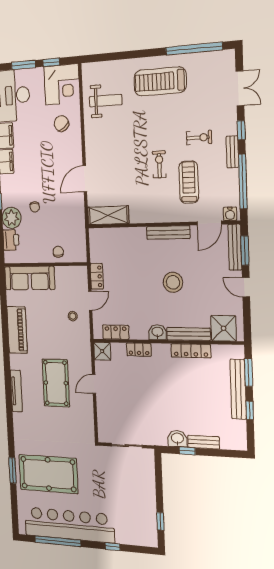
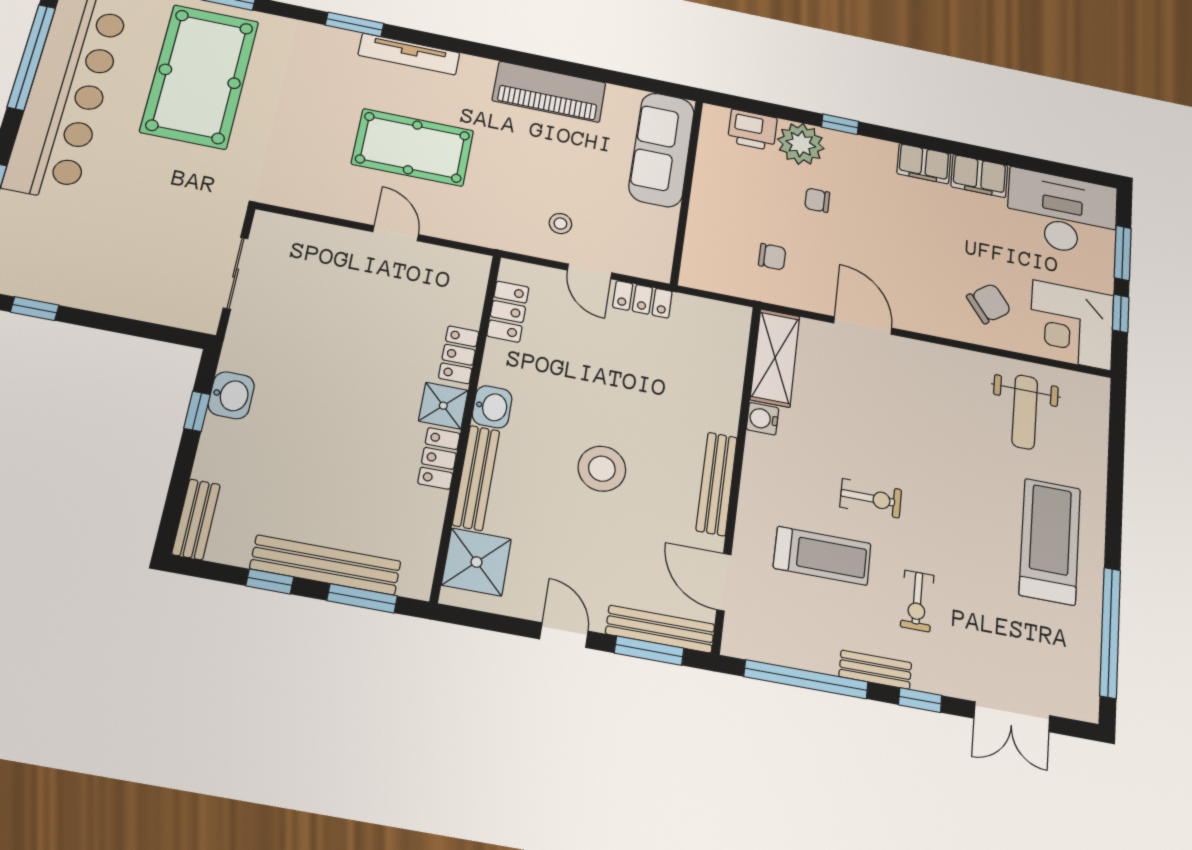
water cooler: (230, 214) -> (763, 419), moved
chair: (58, 252) -> (772, 257), moved
door: (246, 287) -> (564, 635), hinge flipped
shower: (102, 351) -> (443, 406), moved
locker: (191, 351) -> (439, 458), width x0.66
window: (10, 415) -> (354, 24), added
bench: (204, 442) -> (196, 519), moved

